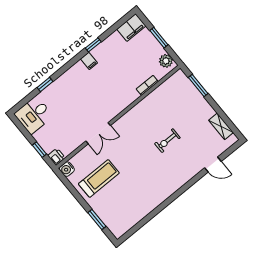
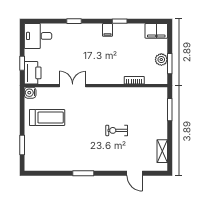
window: (159, 38) -> (170, 64), moved
plant: (166, 61) -> (161, 60), moved
window: (45, 85) -> (74, 21), moved
double door: (98, 133) -> (73, 86), swing flipped
printer: (57, 157) -> (33, 73), width x1.87, depth x1.48
window: (169, 201) -> (83, 173), added

